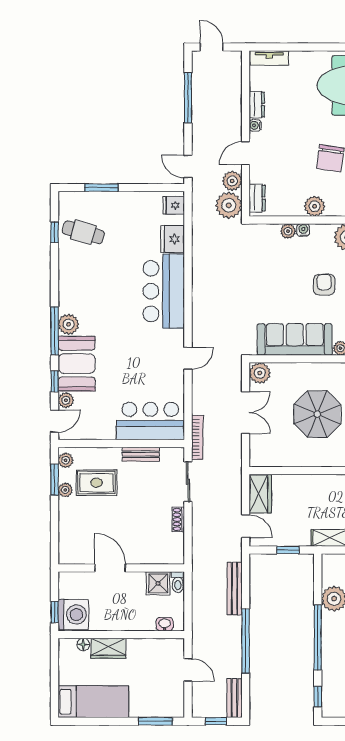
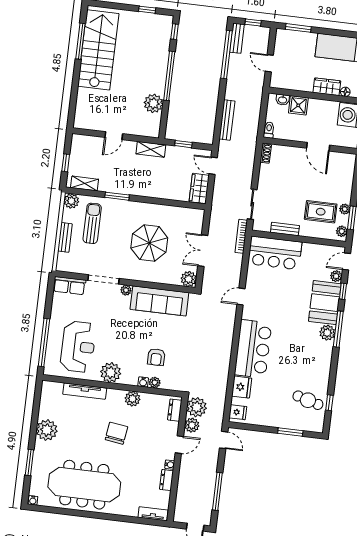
armchair: (324, 285) -> (156, 357), moved
shoe rack: (178, 519) -> (266, 153), moved
shower: (158, 583) -> (298, 105), moved
window: (246, 641) -> (227, 55), moved

